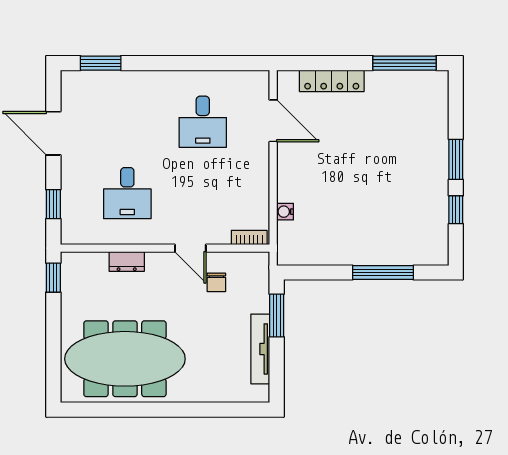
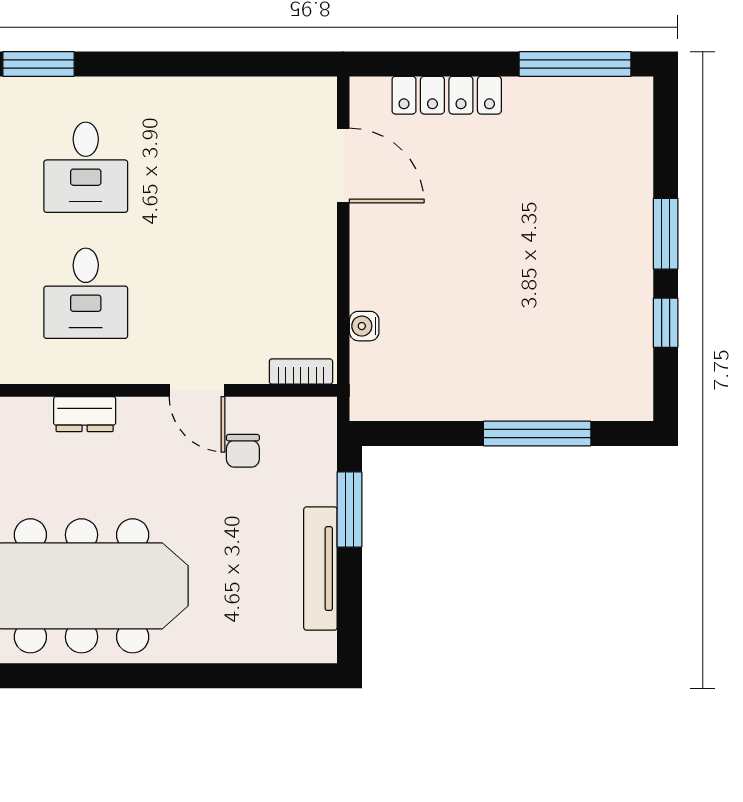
desk: (203, 122) -> (86, 167), moved

